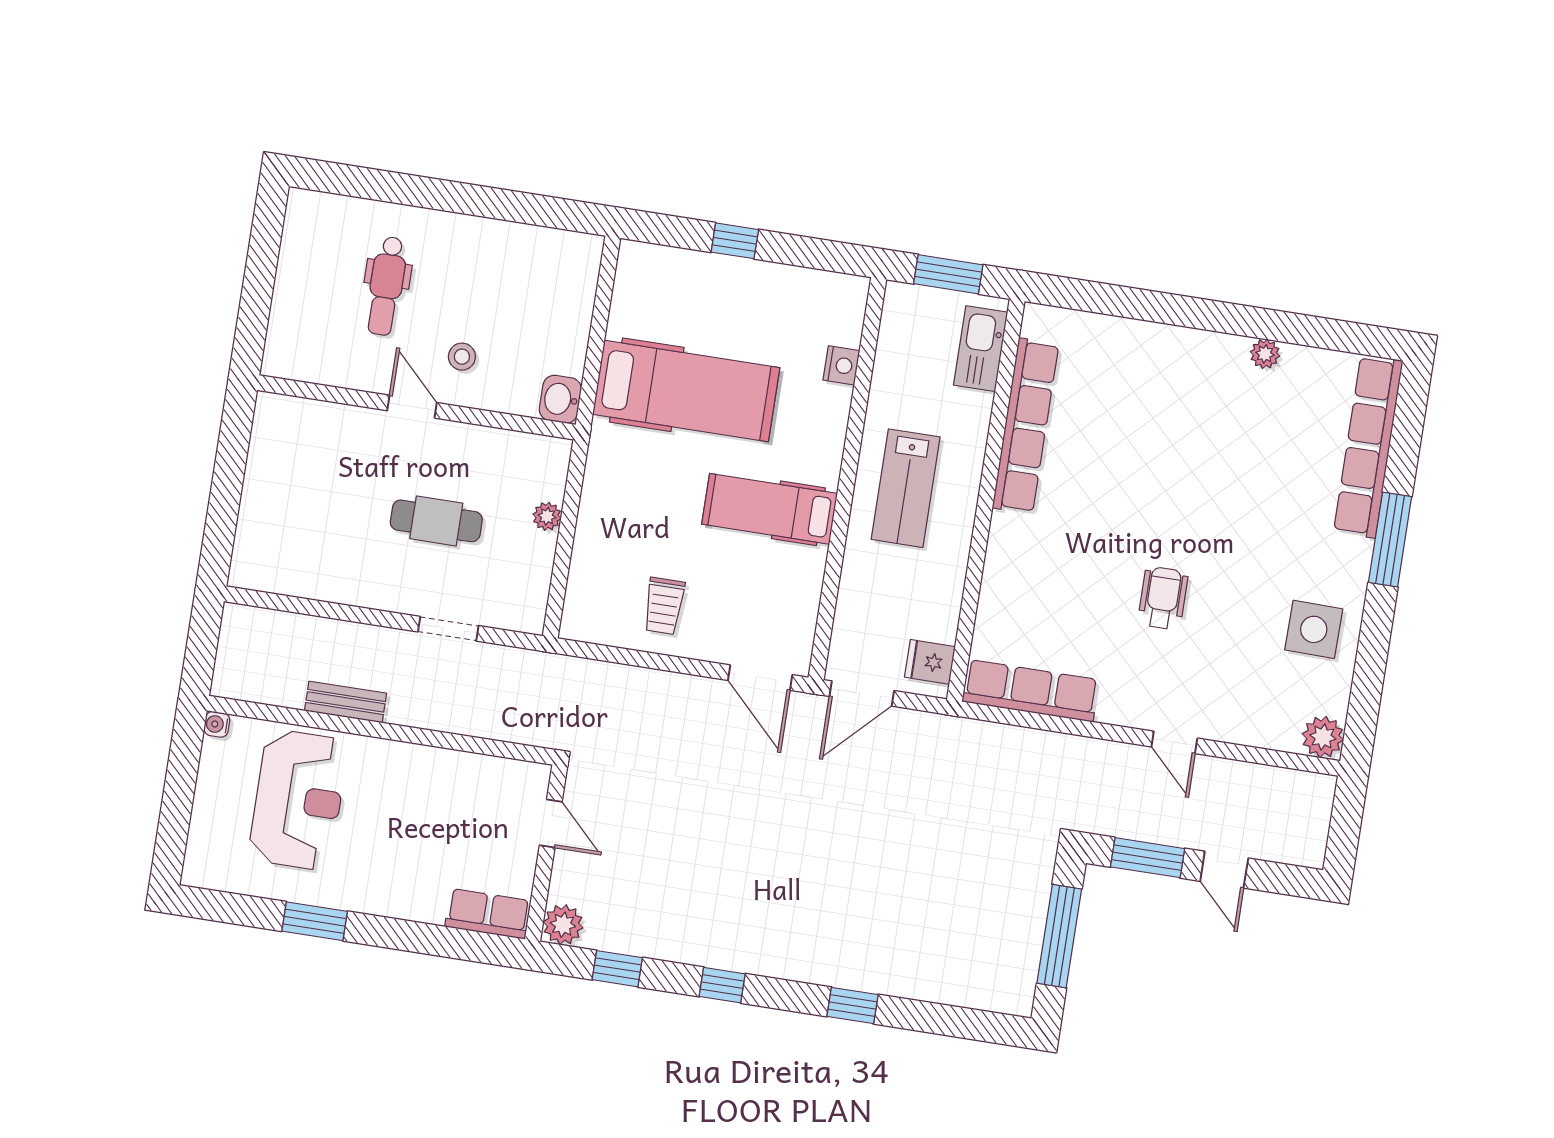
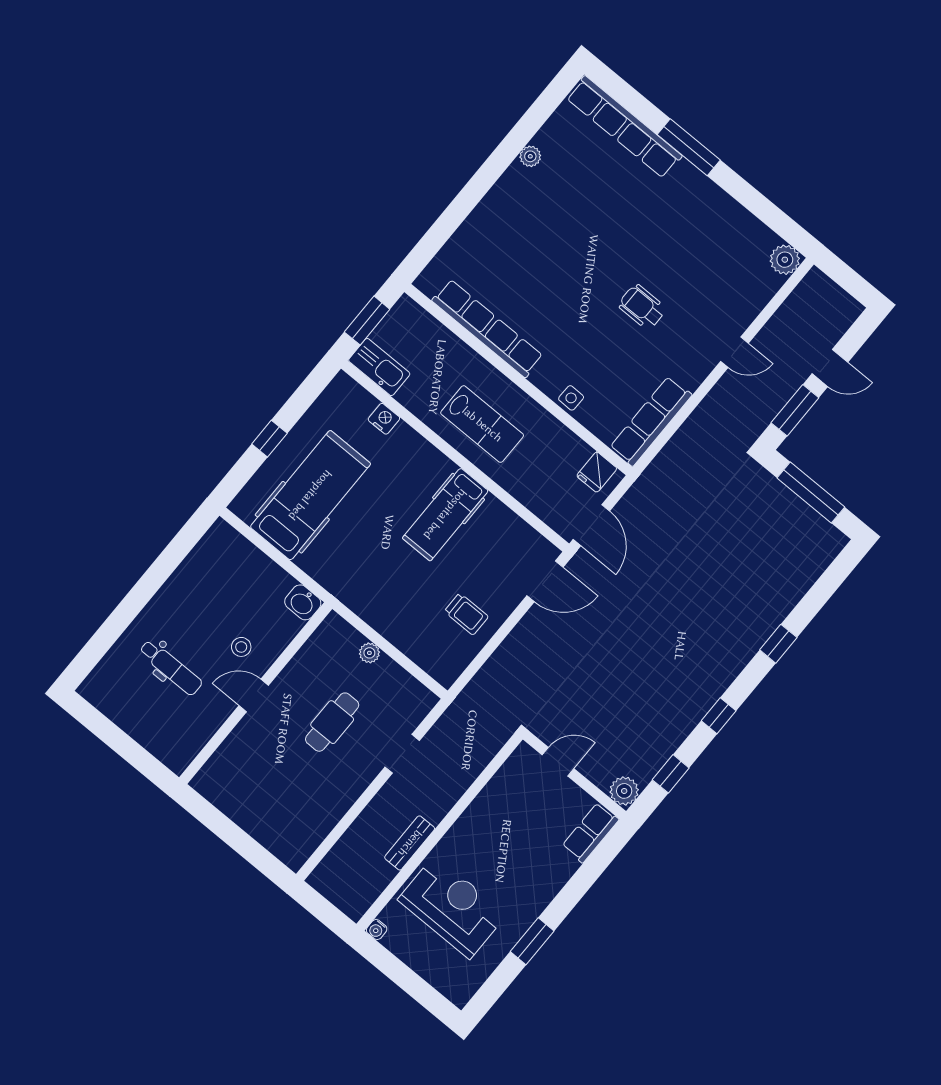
kitchen sink: (981, 349) -> (379, 367), moved, turned 180
hospital bed: (686, 391) -> (310, 495), moved
side table: (1314, 629) -> (571, 398), moved, width x0.54, depth x0.54

